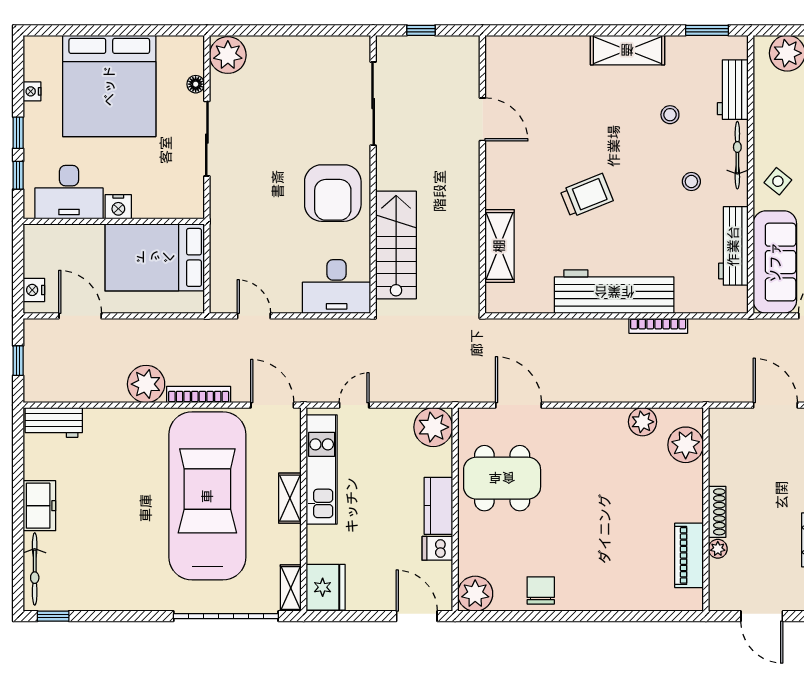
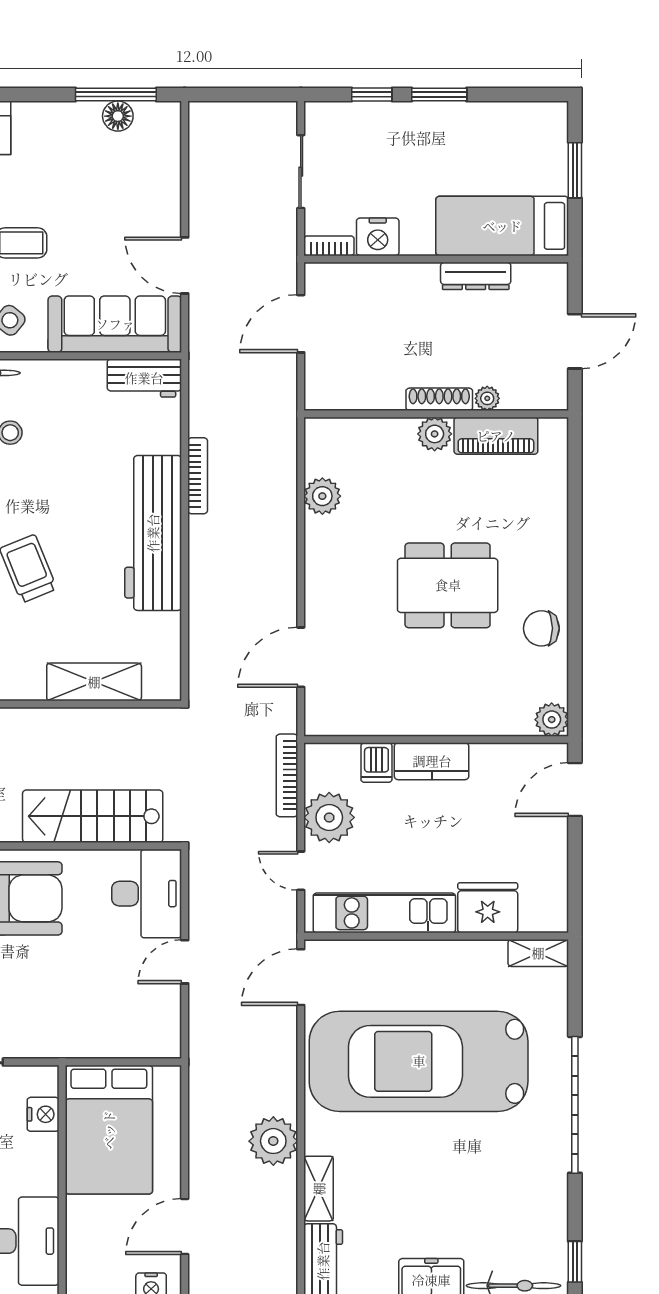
nightstand: (118, 207) -> (43, 1114), moved
workbench: (733, 246) -> (144, 378), moved, width x0.73
door: (254, 316) -> (185, 962), moved
bookcase: (199, 395) -> (287, 775), moved
plant: (433, 427) -> (329, 817), moved
plant: (686, 445) -> (435, 434), moved, width x0.73, depth x0.73
dining table: (502, 478) -> (448, 585), moved, turned 90
shelving: (290, 498) -> (319, 1189), moved, turned 90
dishwasher: (437, 548) -> (376, 763), moved
fridge: (326, 587) -> (488, 908), moved
plant: (475, 594) -> (552, 720), width x0.73, depth x0.73
garage door: (226, 616) -> (575, 1105), moved

